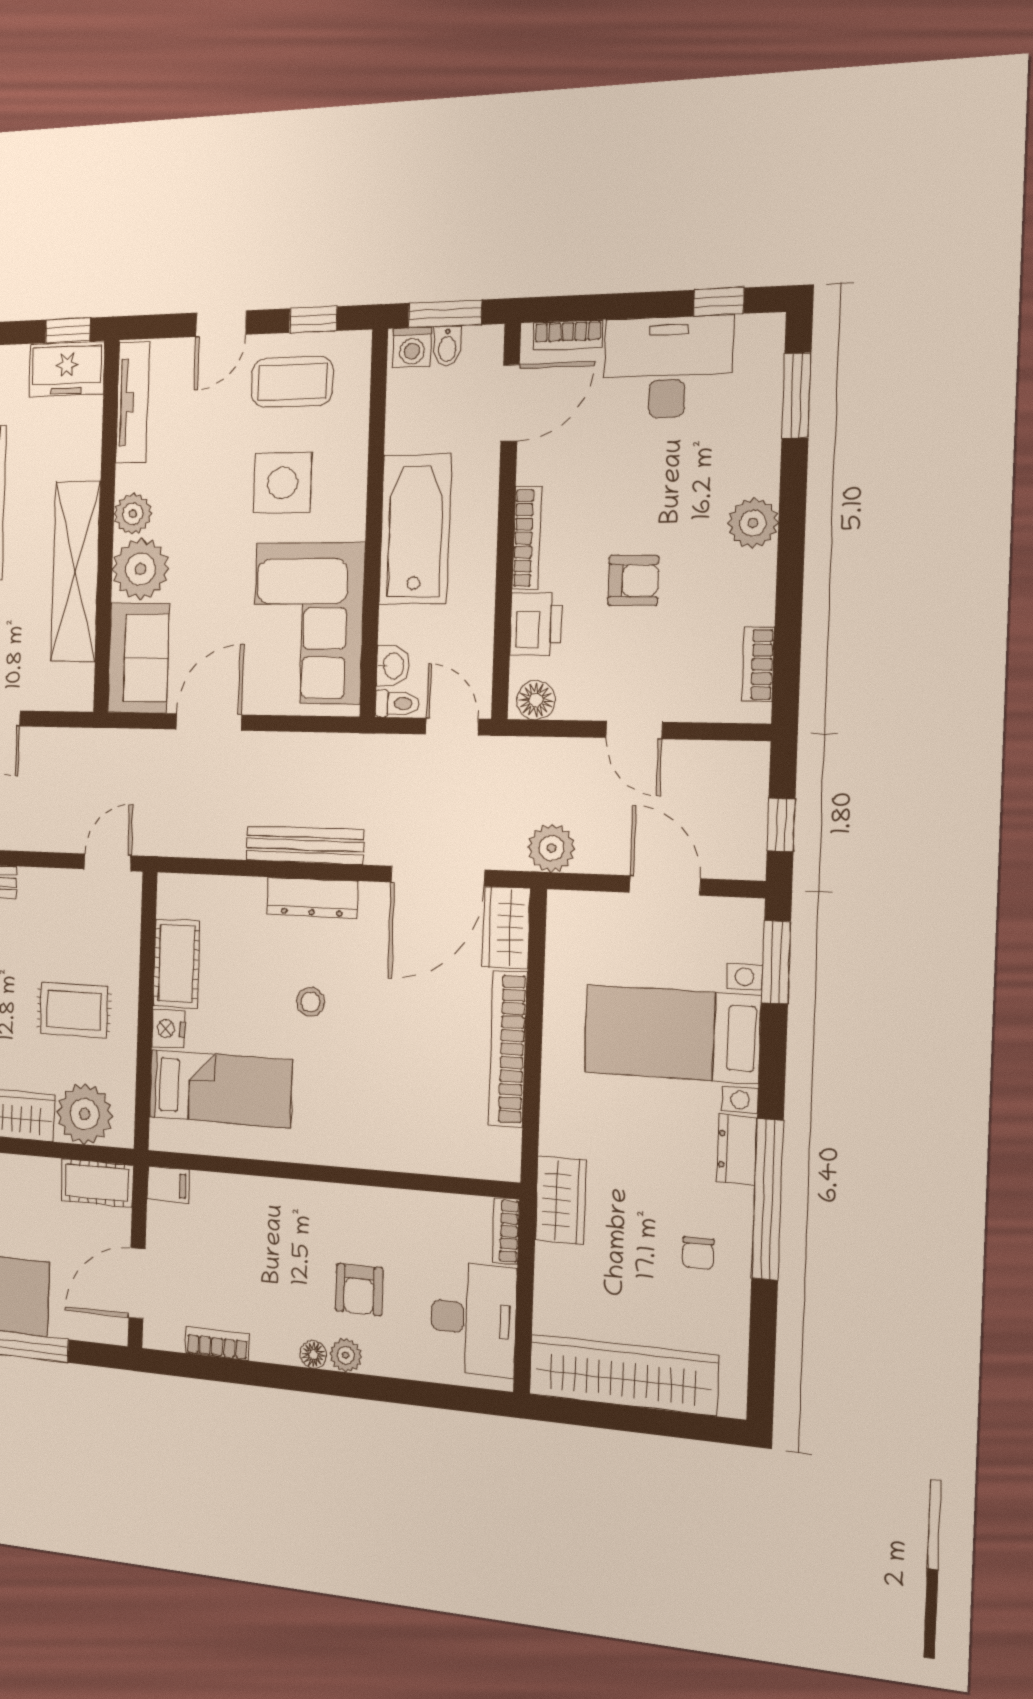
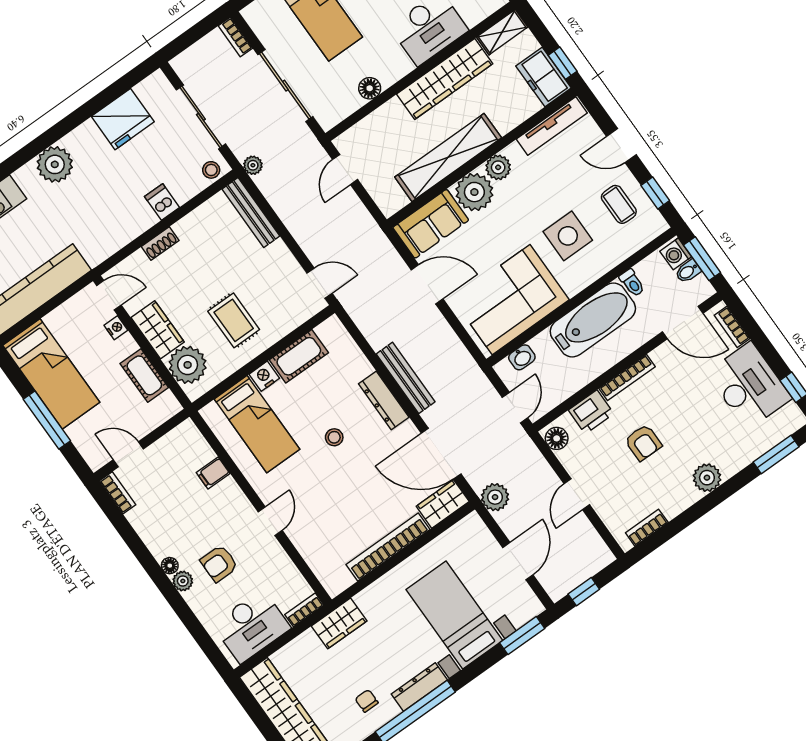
coffee table: (292, 382) -> (619, 204), width x0.73, depth x0.77
toilet: (397, 703) -> (632, 283), moved
dresser: (737, 1150) -> (419, 687), width x1.44
door: (355, 1176) -> (270, 521), added
cot: (97, 1183) -> (144, 375), moved
filing cabinet: (168, 1185) -> (213, 473), moved, turned 90
chair: (698, 1253) -> (367, 701), turned 90
door: (137, 1283) -> (128, 454), width x0.73
bookcase: (217, 1343) -> (118, 493), moved

